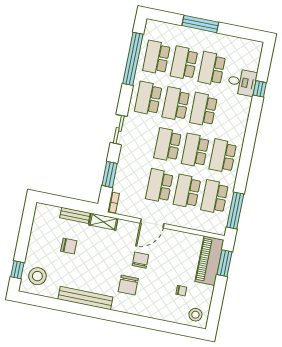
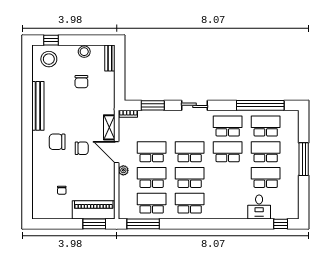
window: (260, 89) -> (281, 224), moved
school desk: (204, 109) -> (228, 177), removed
bench: (75, 215) -> (110, 58), moved
plant: (173, 220) -> (123, 170), added
shelving: (103, 222) -> (109, 127), moved
stool: (195, 315) -> (84, 52), moved

